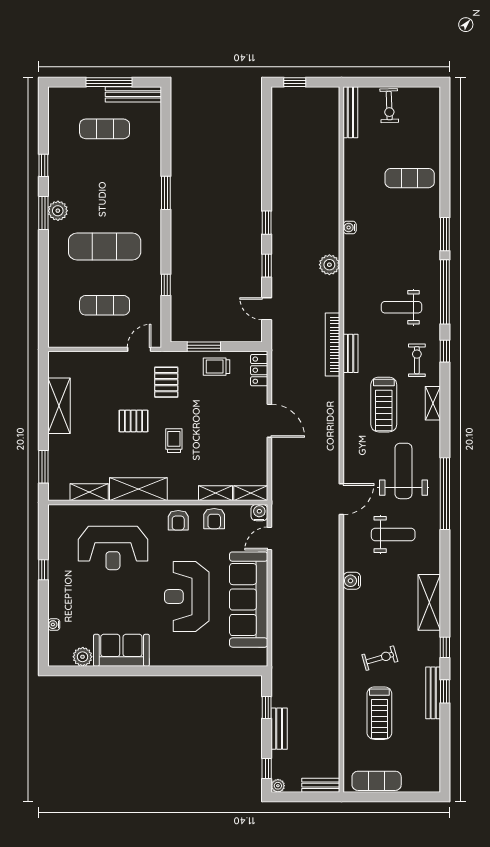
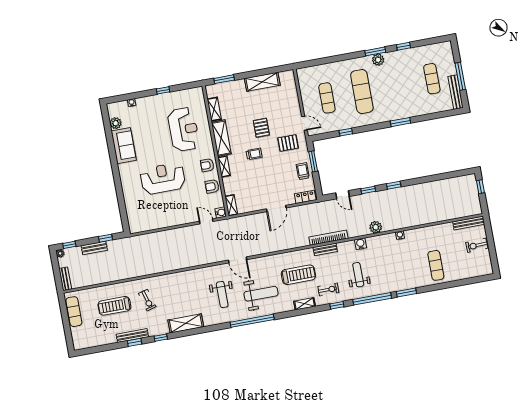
door: (267, 309) -> (343, 195), swing flipped
treadmill: (384, 405) -> (298, 275), turned 180
shelving: (216, 493) -> (224, 166), moved
reception desk: (113, 548) -> (184, 129), turned 180
water cooler: (352, 581) -> (360, 244), moved
sofa: (249, 600) -> (168, 216), removed

